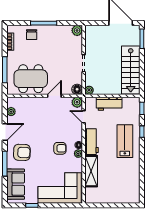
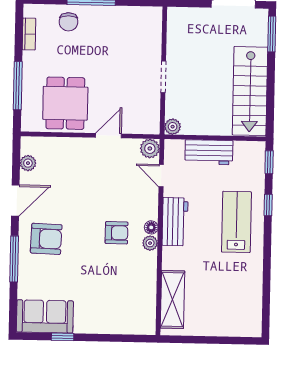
plant: (77, 30) -> (153, 16), removed
dining table: (31, 79) -> (65, 103), width x0.73
floor lamp: (77, 89) -> (150, 125), removed
shelving: (91, 171) -> (172, 300), moved
sofa: (16, 184) -> (45, 316), moved, turned -90
corner sofa: (60, 188) -> (115, 306), removed

